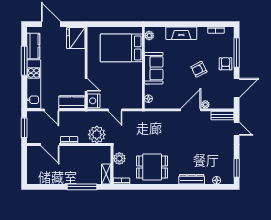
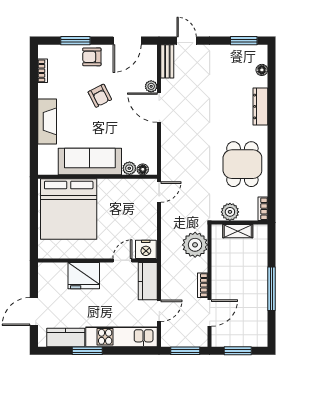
plant: (149, 36) -> (129, 168), moved
fridge: (76, 38) -> (84, 276), moved
bed: (121, 48) -> (69, 209), width x1.36
window: (237, 53) -> (75, 41), width x0.69
window: (24, 61) -> (87, 351), width x0.69
sofa: (154, 68) -> (90, 162), width x1.36
door: (237, 88) -> (127, 41), swing flipped
door: (115, 110) -> (159, 192), moved
door: (237, 129) -> (187, 41), hinge flipped
window: (24, 164) -> (238, 351), added
shelving: (106, 174) -> (238, 231), moved
window: (82, 187) -> (272, 289), moved

